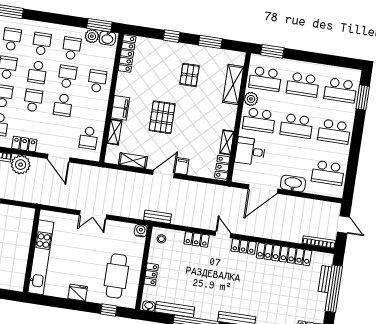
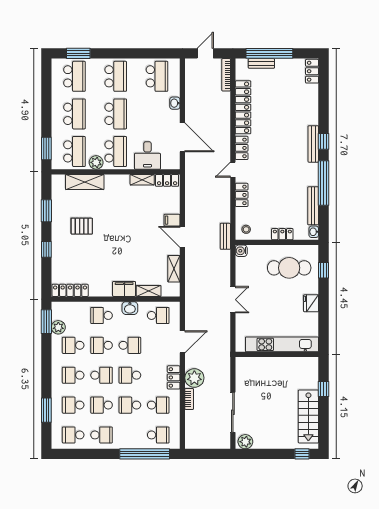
washbasin: (107, 38) -> (130, 308), moved, turned 90
pallet: (162, 117) -> (127, 247), removed
washbasin: (293, 184) -> (175, 103), width x0.52, depth x0.69

